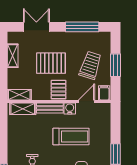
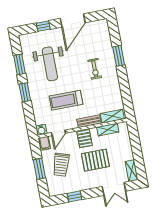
window: (82, 27) -> (74, 196), width x0.46
shelving: (13, 56) -> (132, 171), moved
shelving: (19, 95) -> (108, 130), moved
water cooler: (70, 109) -> (41, 130), moved

